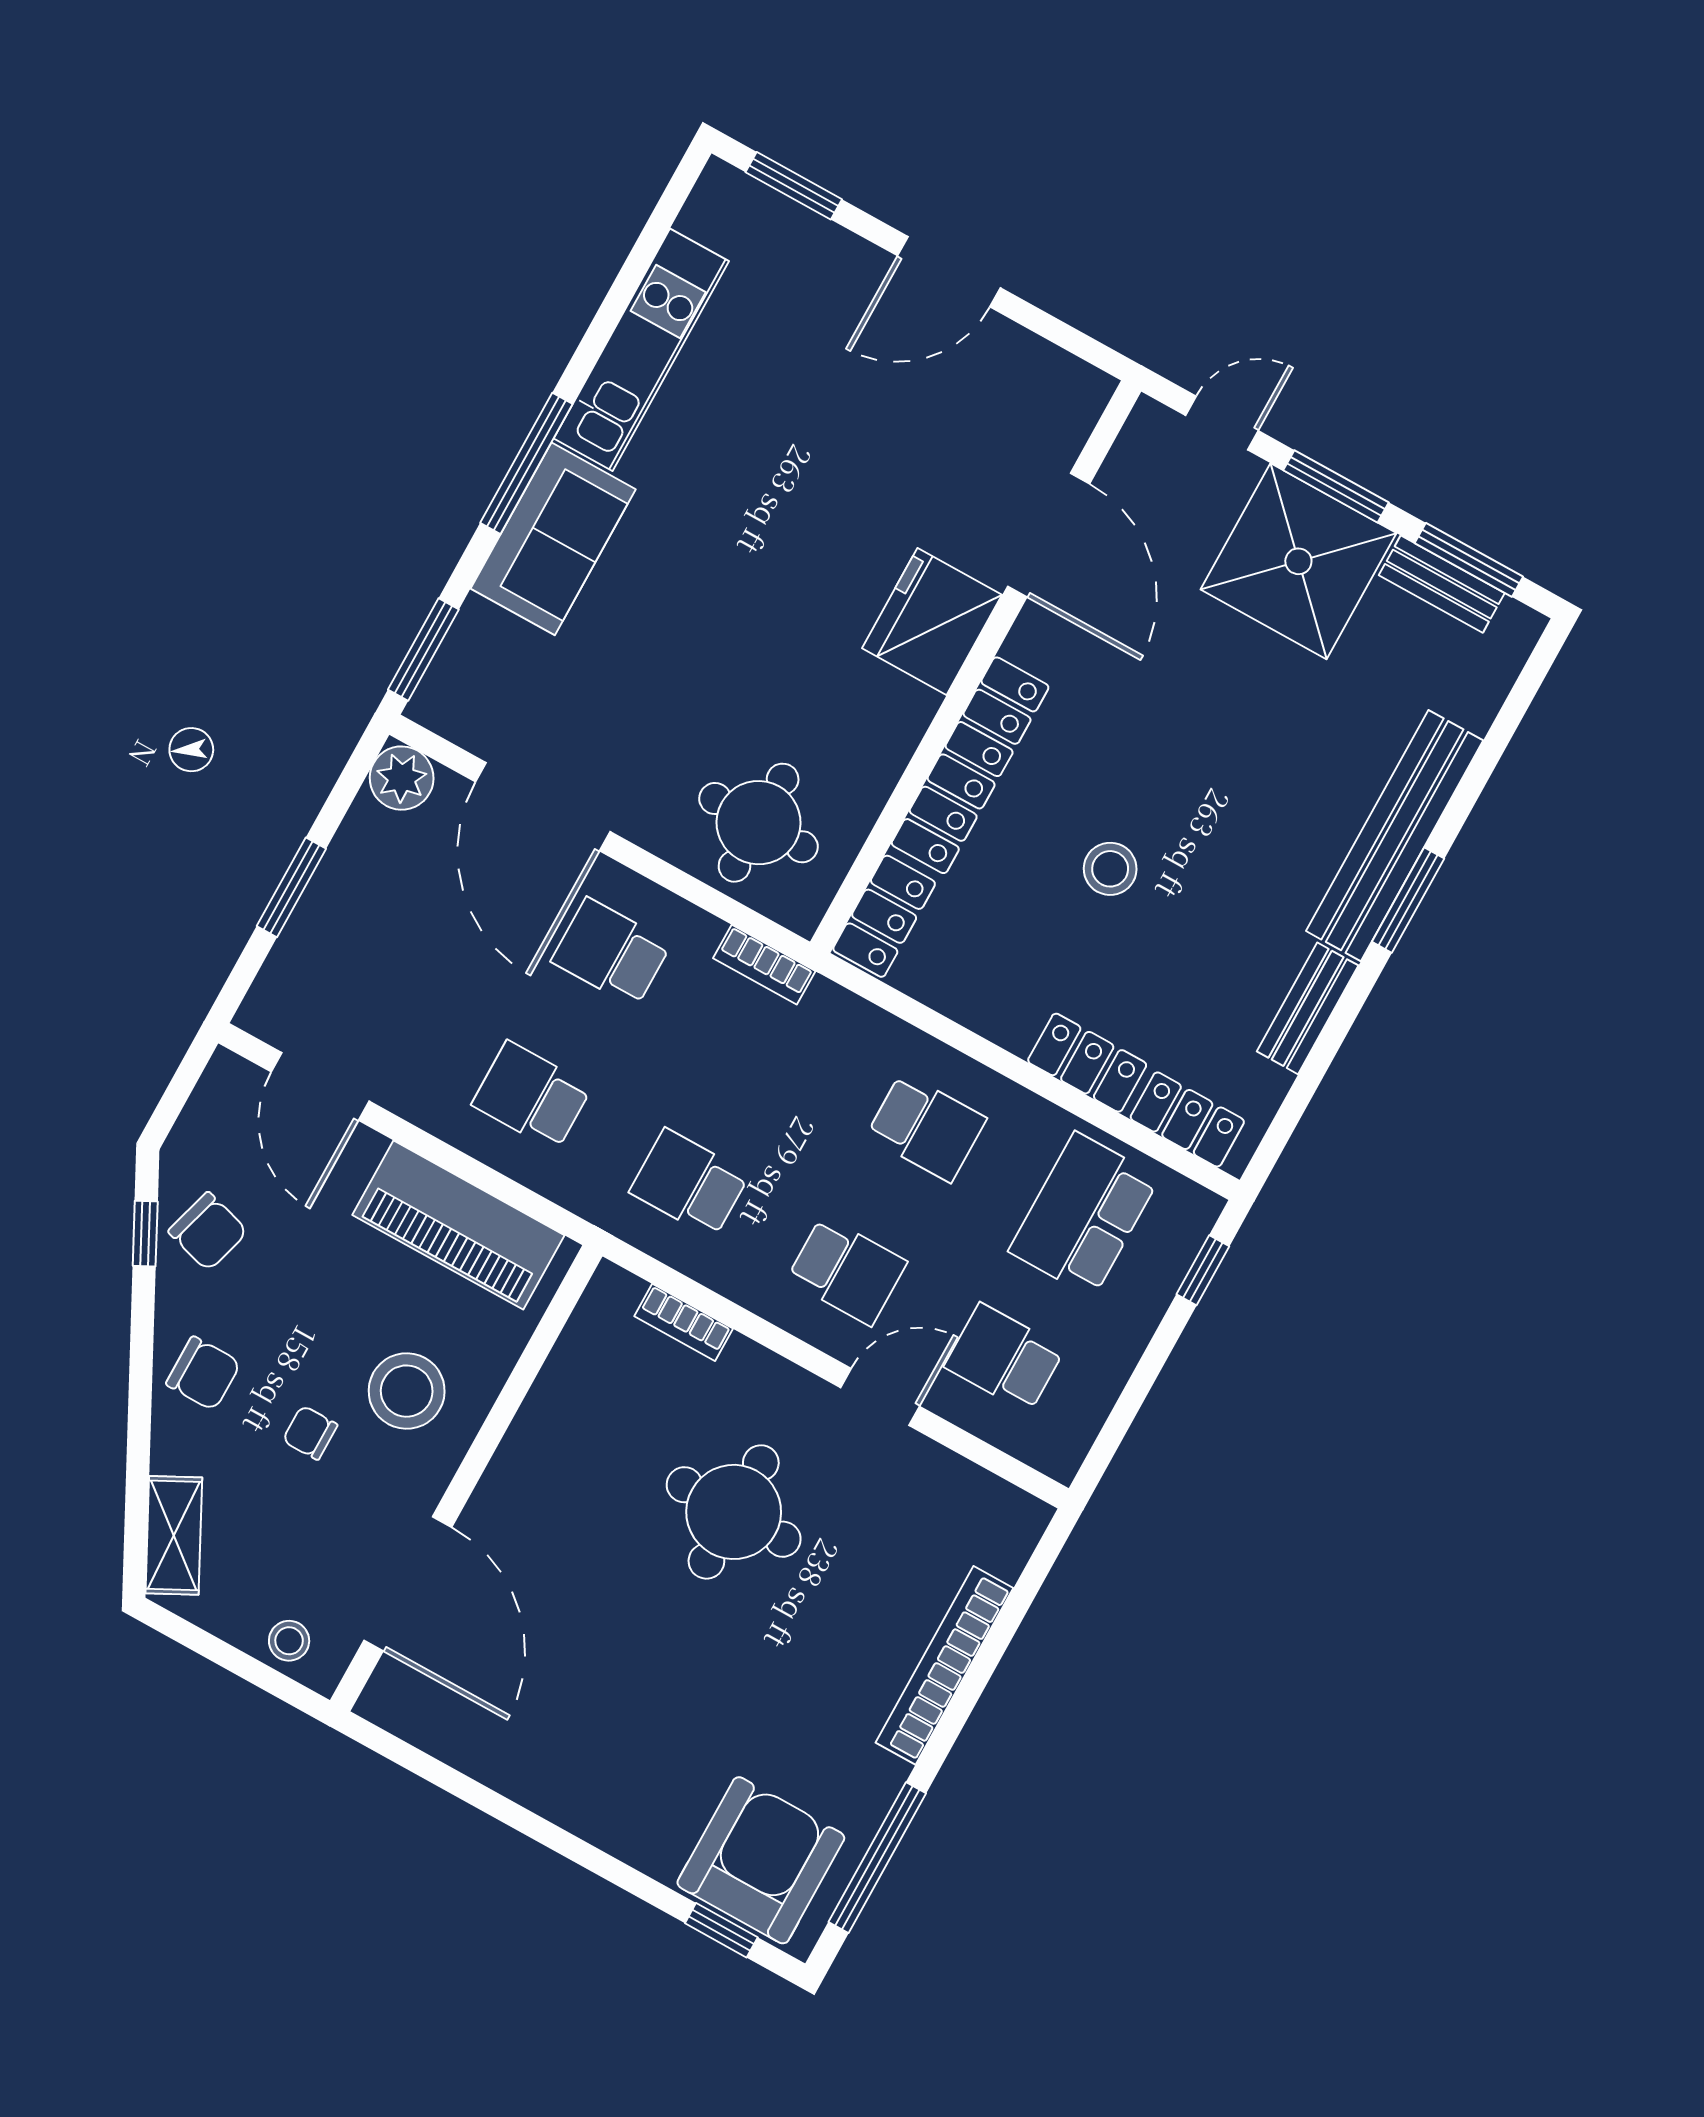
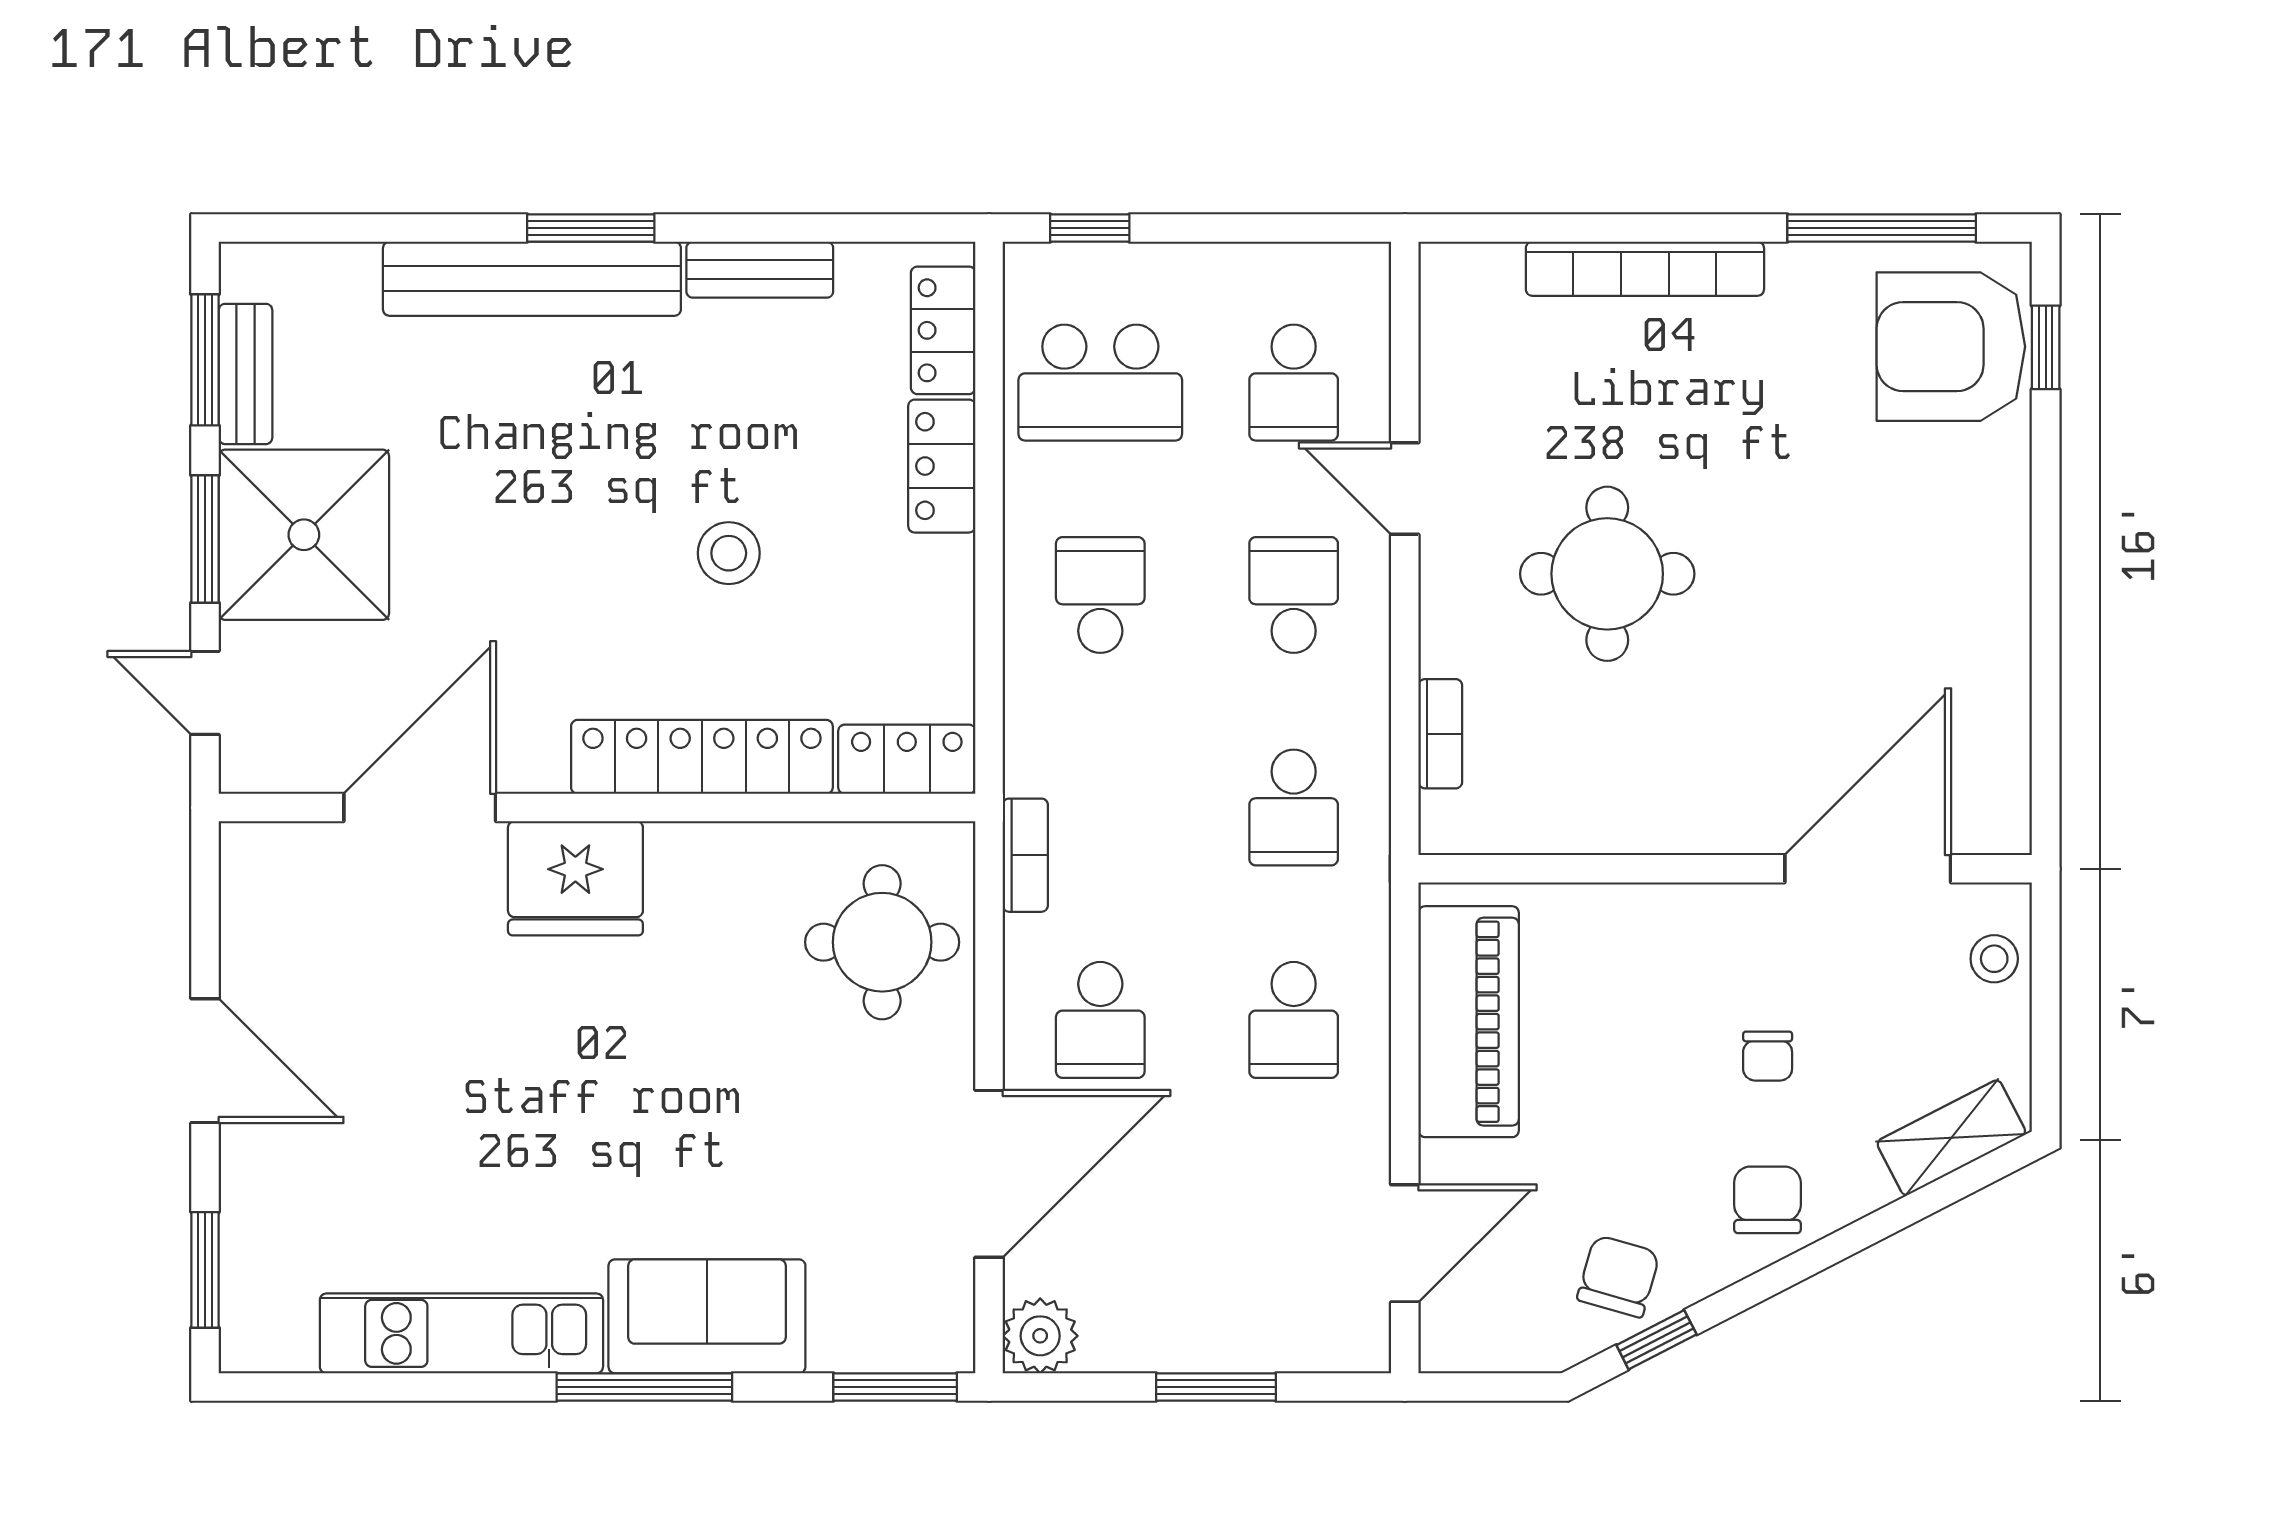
stool: (407, 1391) -> (1669, 980), removed

